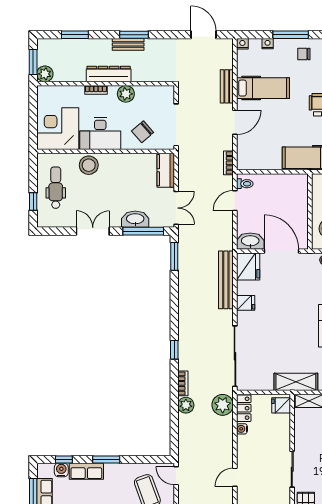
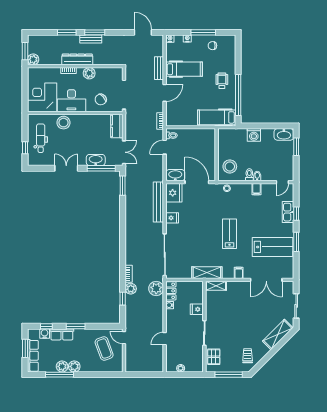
window: (75, 35) -> (67, 32), moved
window: (174, 350) -> (123, 299), moved
fridge: (281, 405) -> (197, 309), moved

